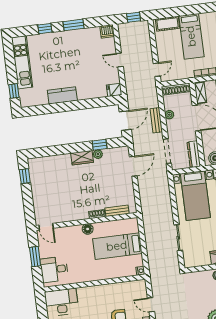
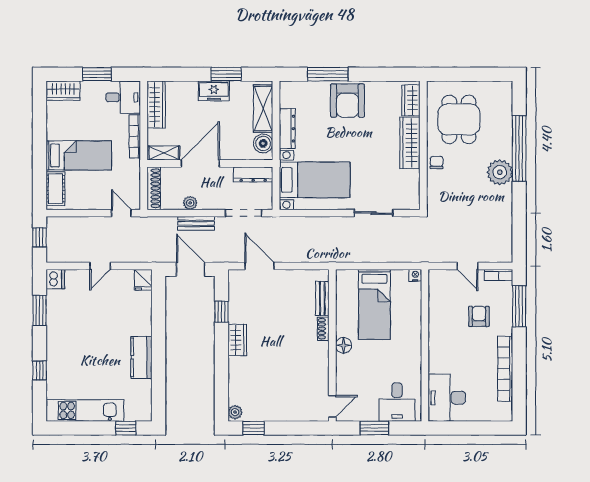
window: (73, 25) -> (40, 310), moved
plant: (98, 154) -> (235, 412), moved
door: (151, 305) -> (467, 266), hinge flipped

